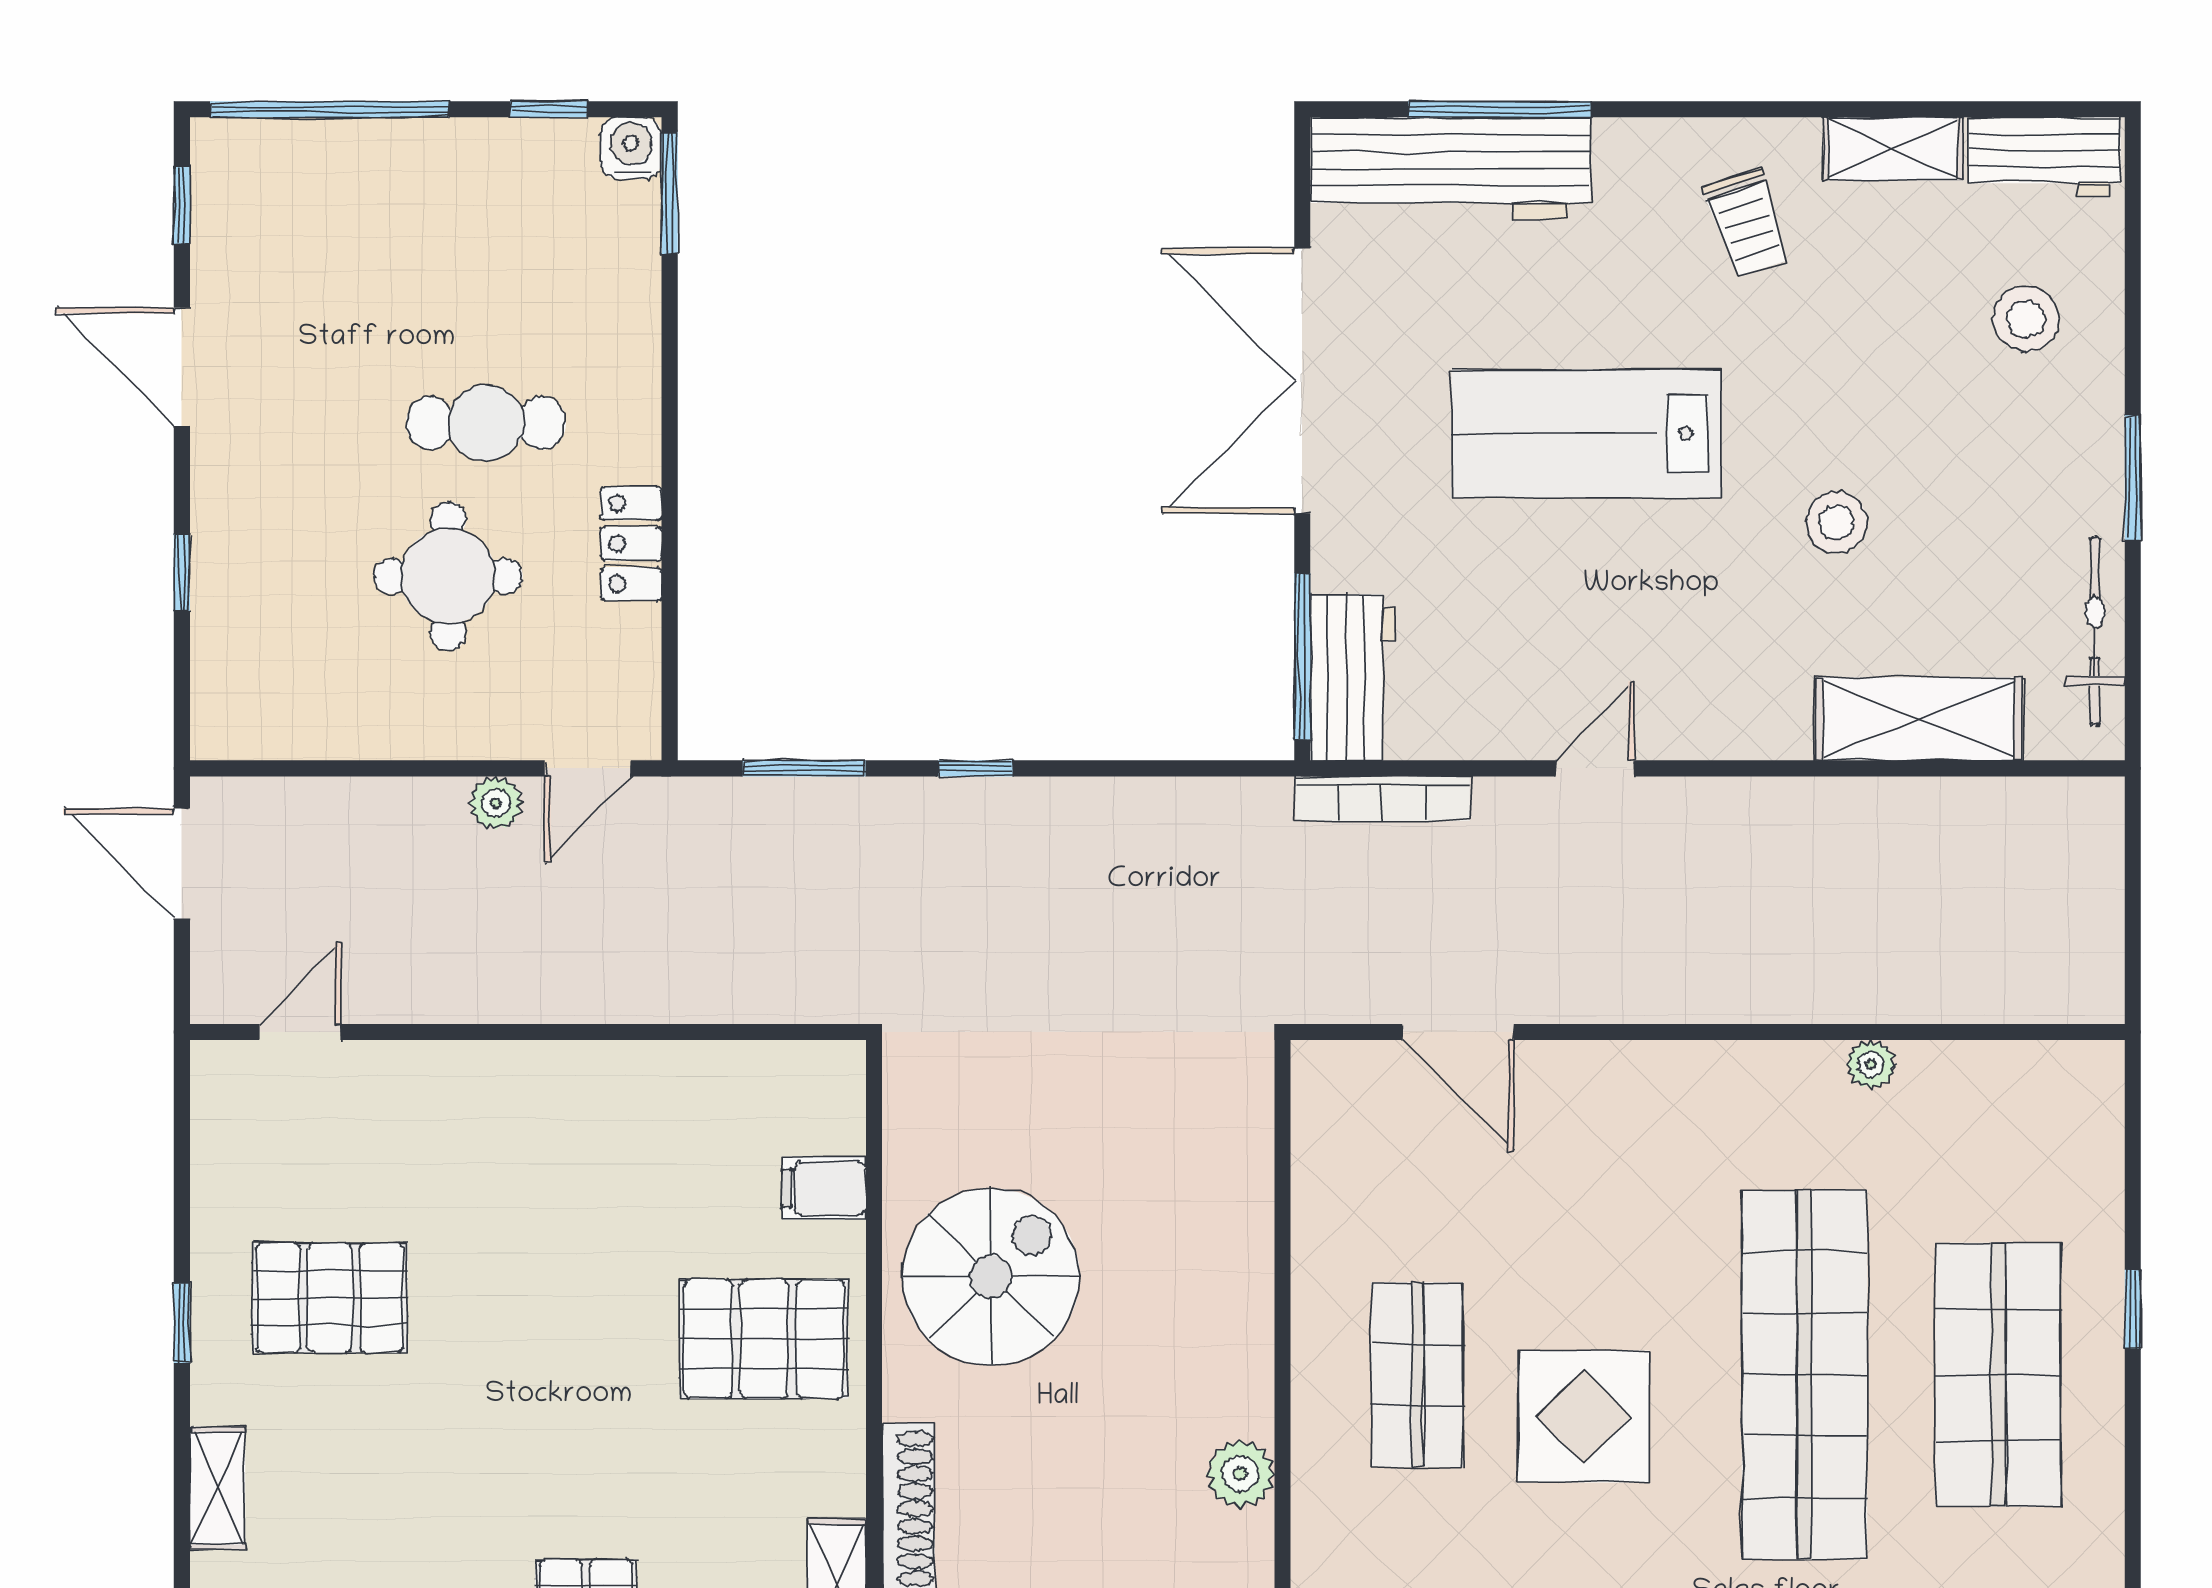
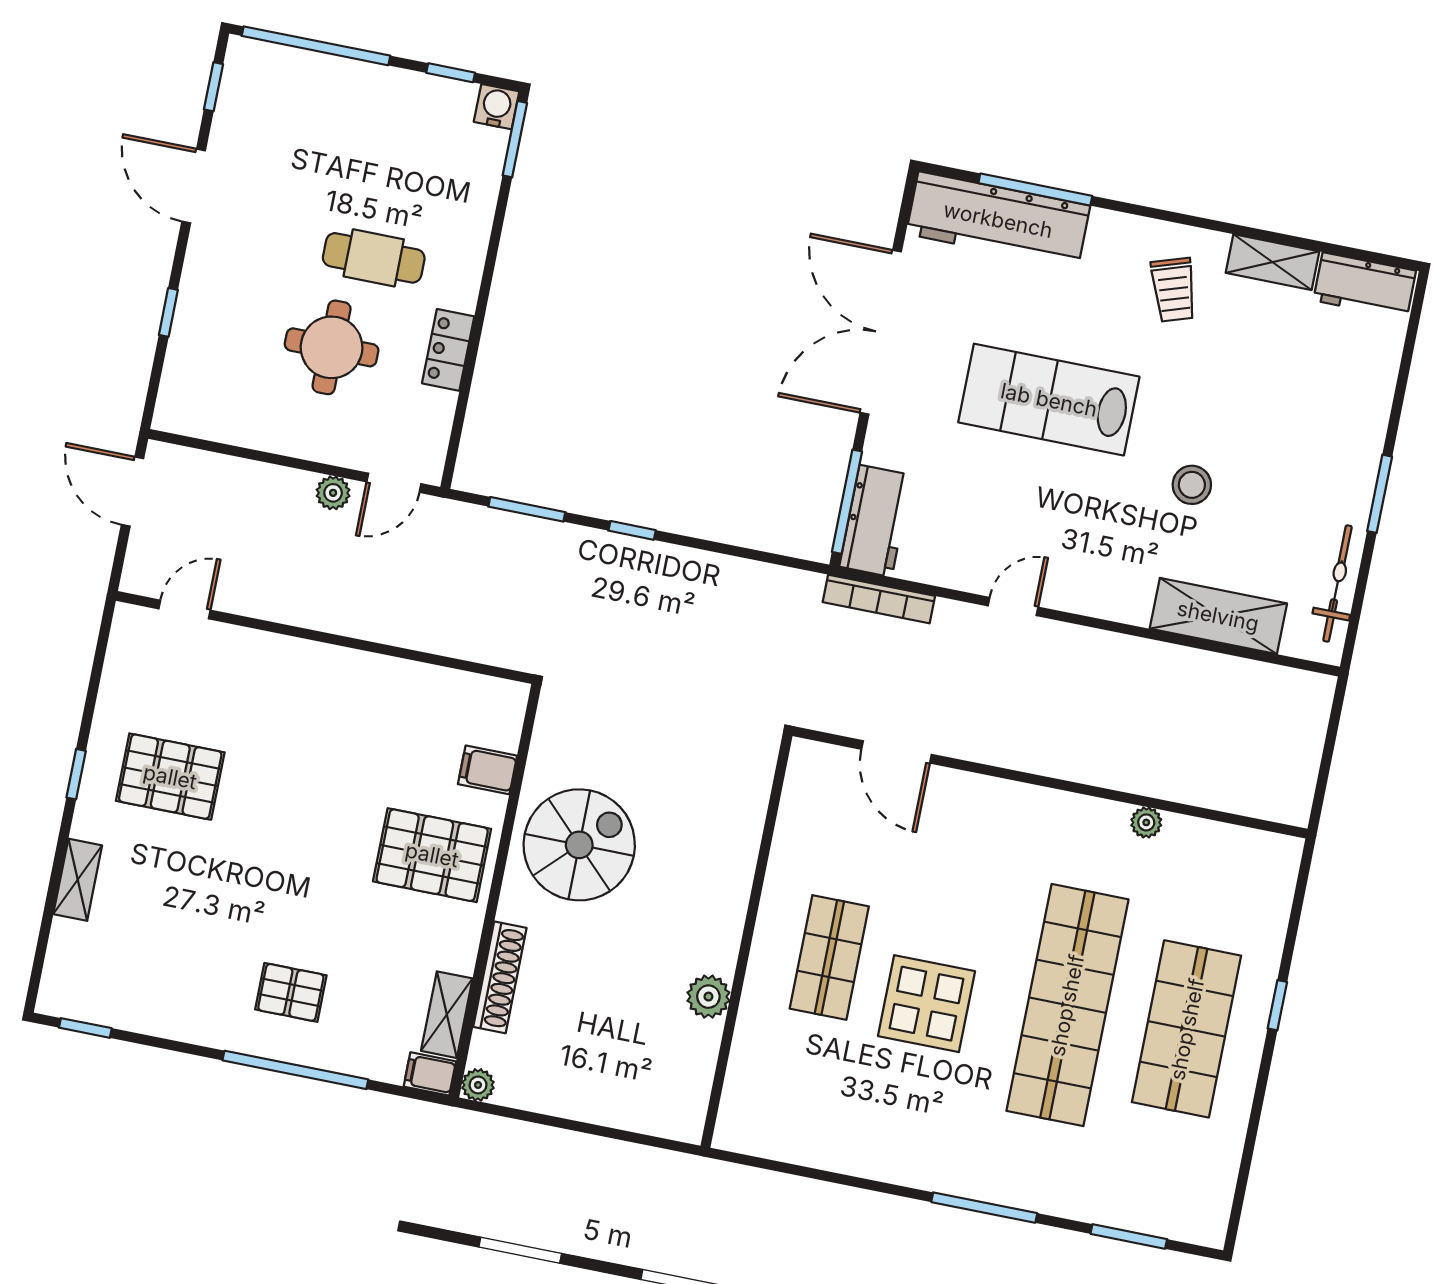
stool: (2026, 319) -> (1333, 383), removed

